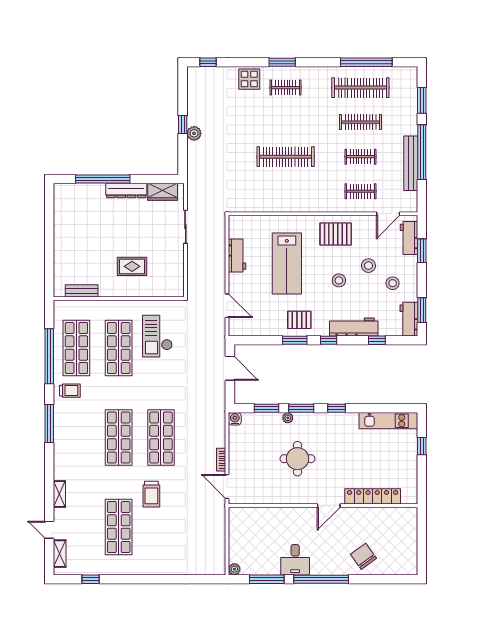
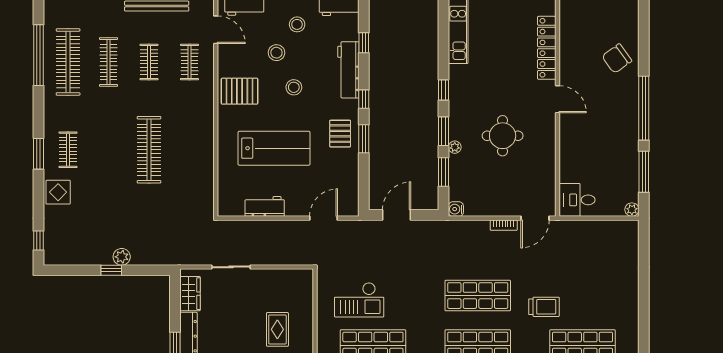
pallet: (336, 234) -> (240, 91), turned 90
desk: (295, 560) -> (577, 200), moved, turned 180

